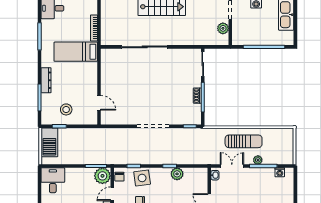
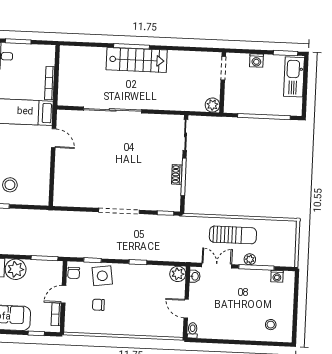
plant: (223, 28) -> (212, 105), moved
door: (99, 103) -> (54, 138), moved
plant: (177, 174) -> (178, 274), moved
plant: (102, 176) -> (16, 269), moved

